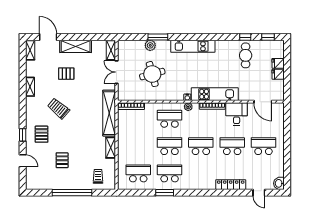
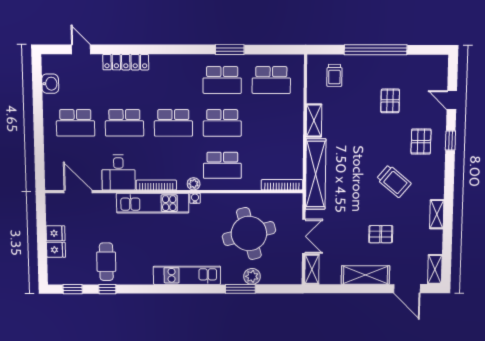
round table: (152, 74) -> (249, 234), width x1.36, depth x1.36
washbasin: (279, 183) -> (50, 84), moved

